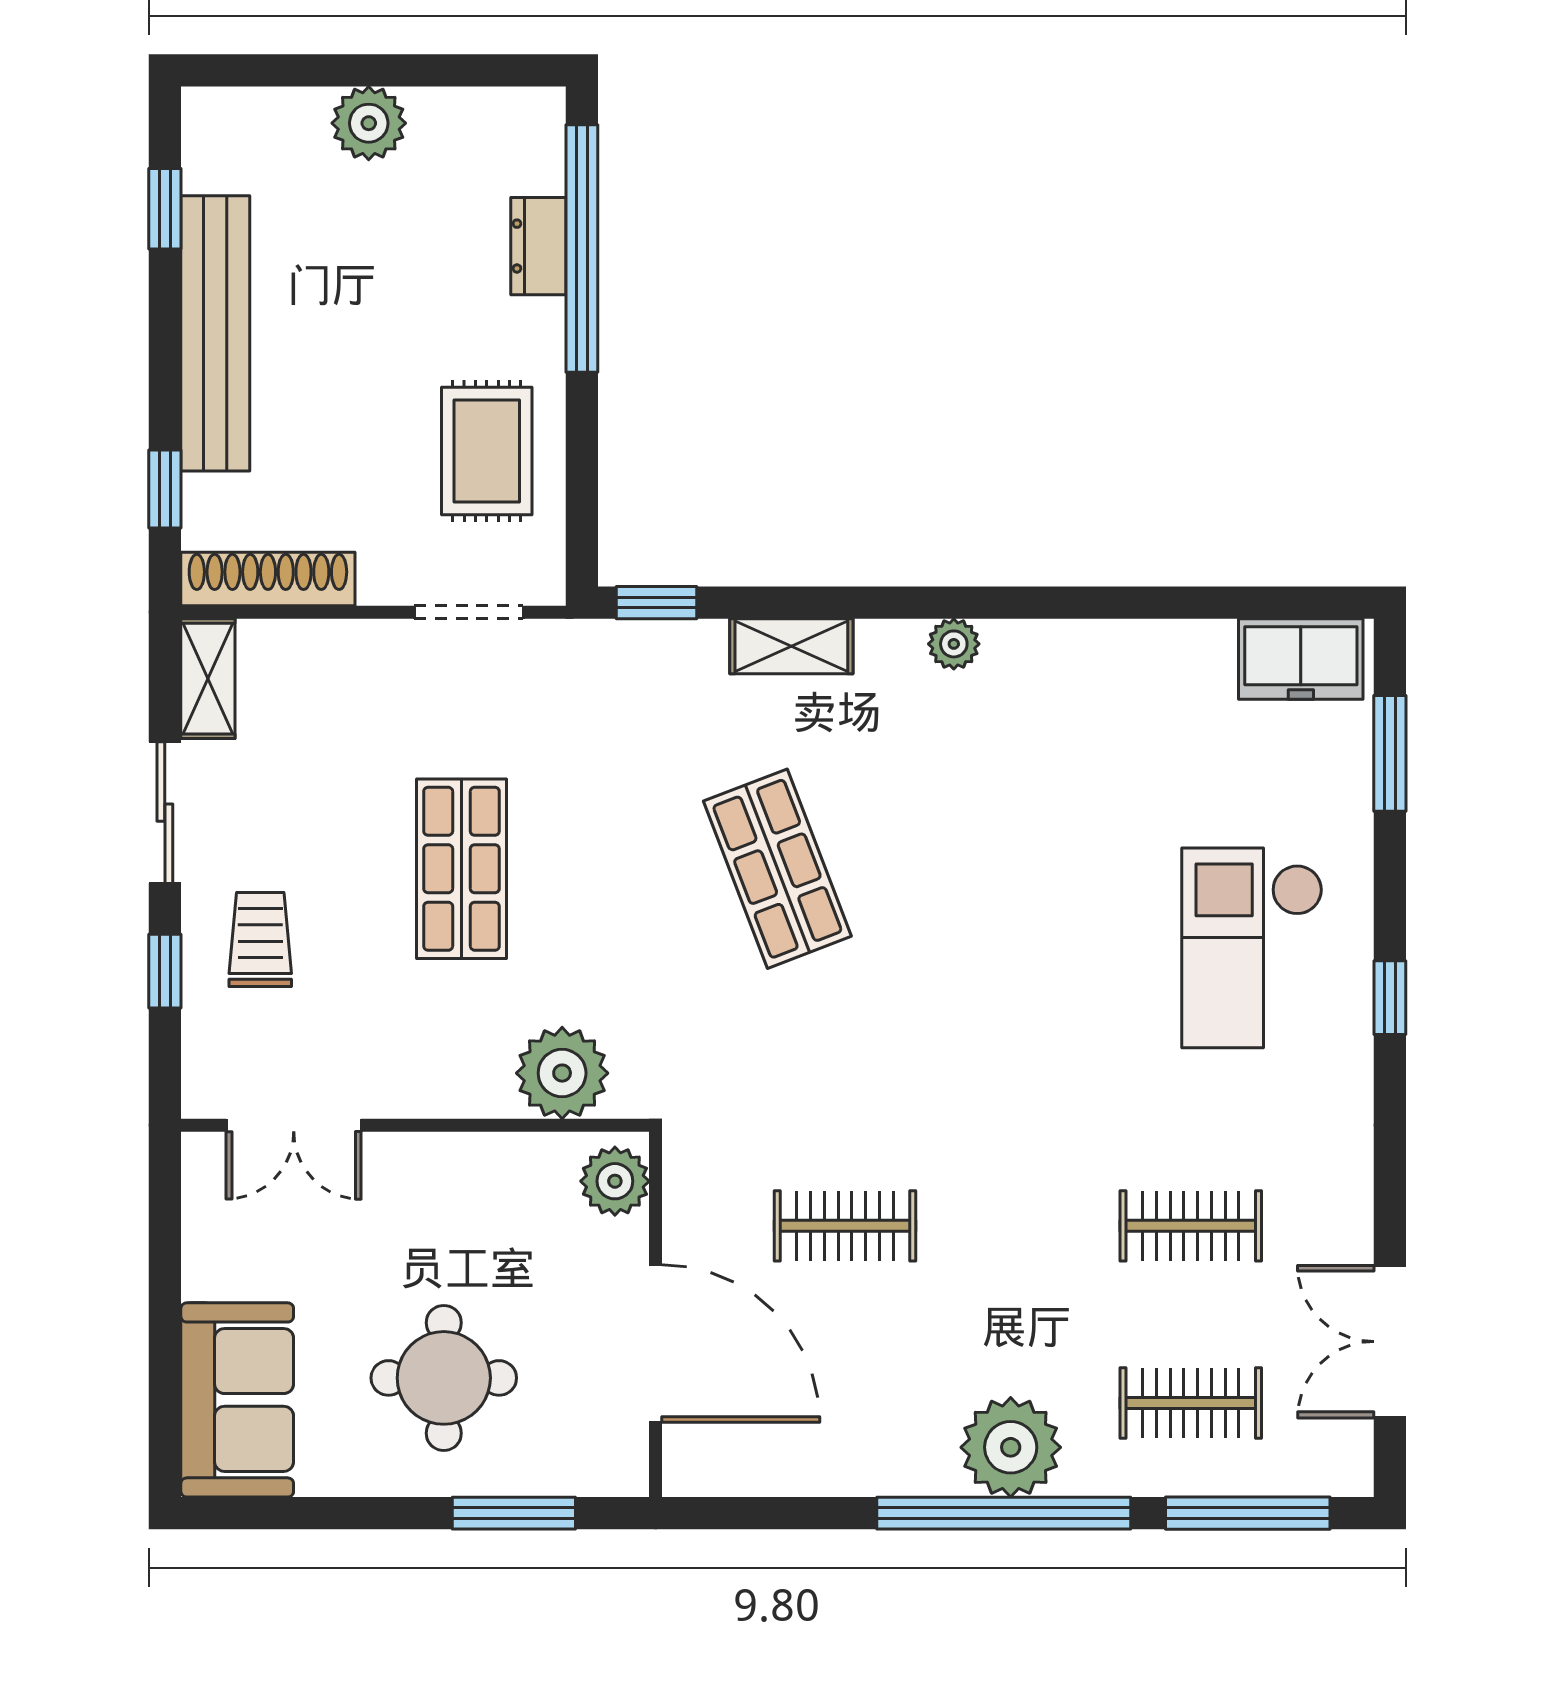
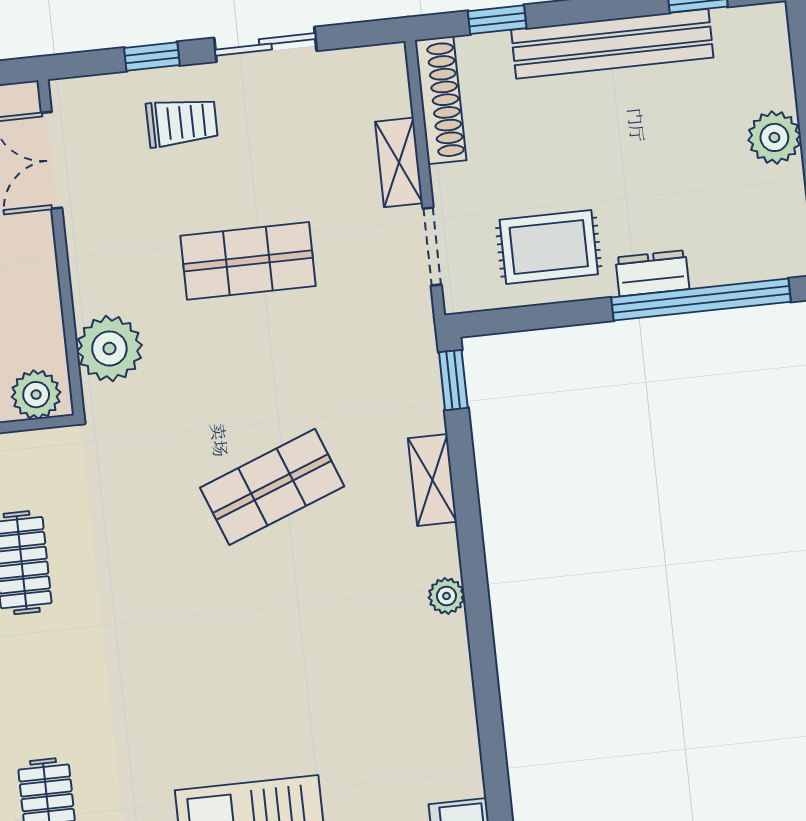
dresser: (538, 246) -> (652, 273), moved
shelving: (208, 679) -> (399, 162), moved, turned 90

